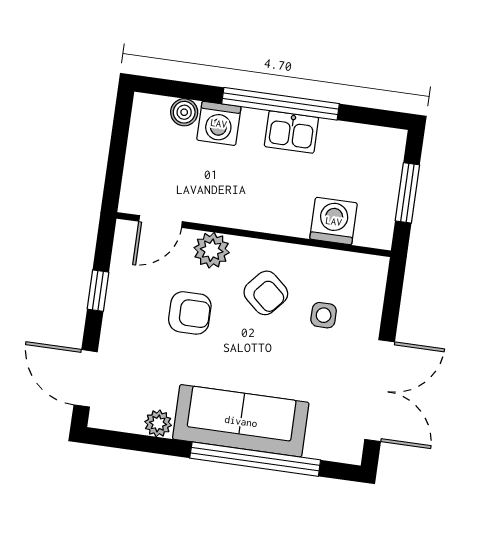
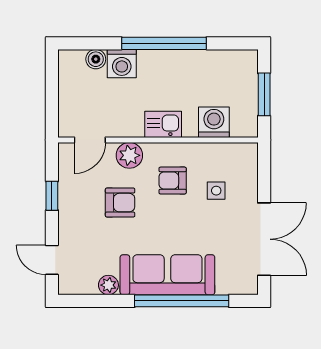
kitchen sink: (291, 132) -> (163, 124), moved, turned 180
armchair: (266, 293) -> (173, 181), turned 139
door: (86, 378) -> (52, 260), width x0.73

